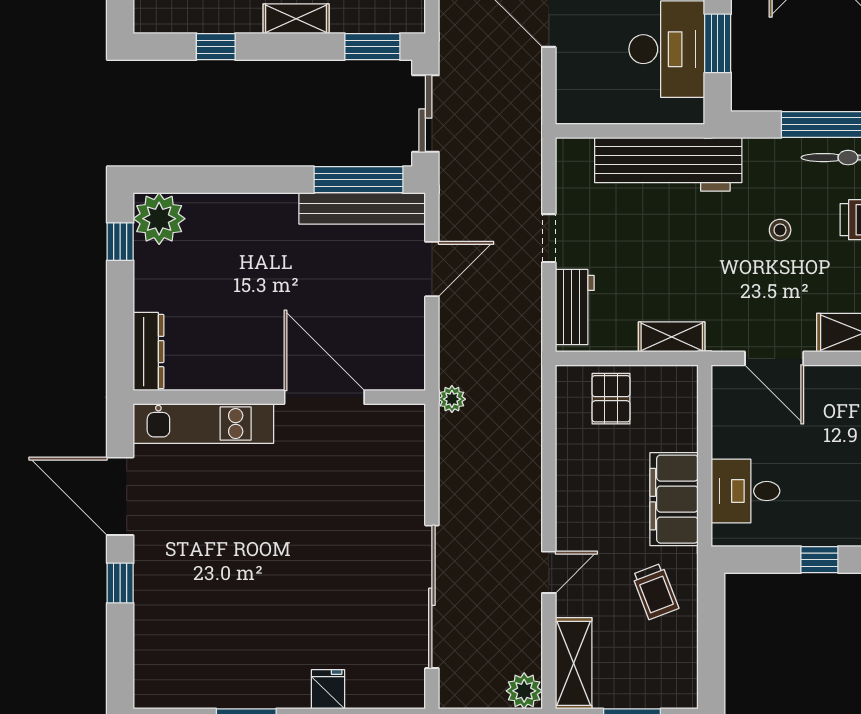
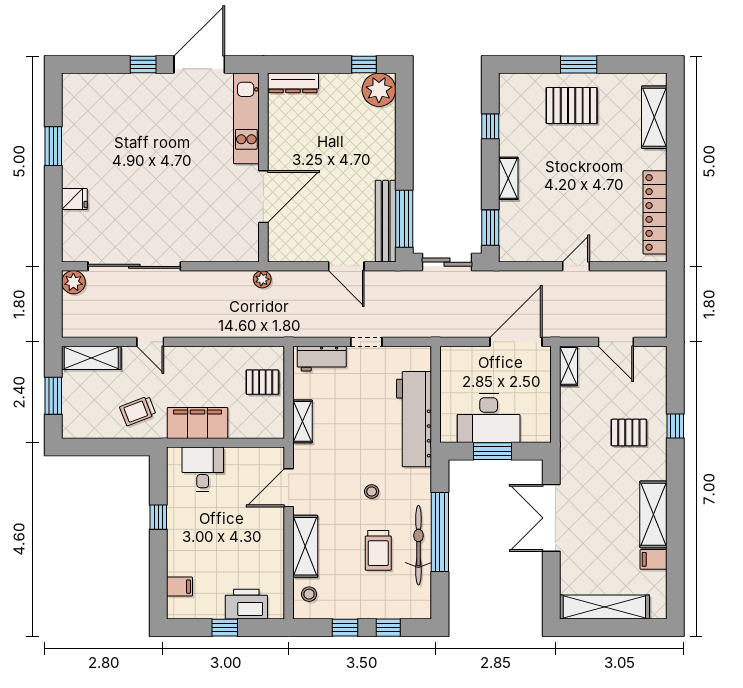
plant: (524, 691) -> (73, 282), moved

